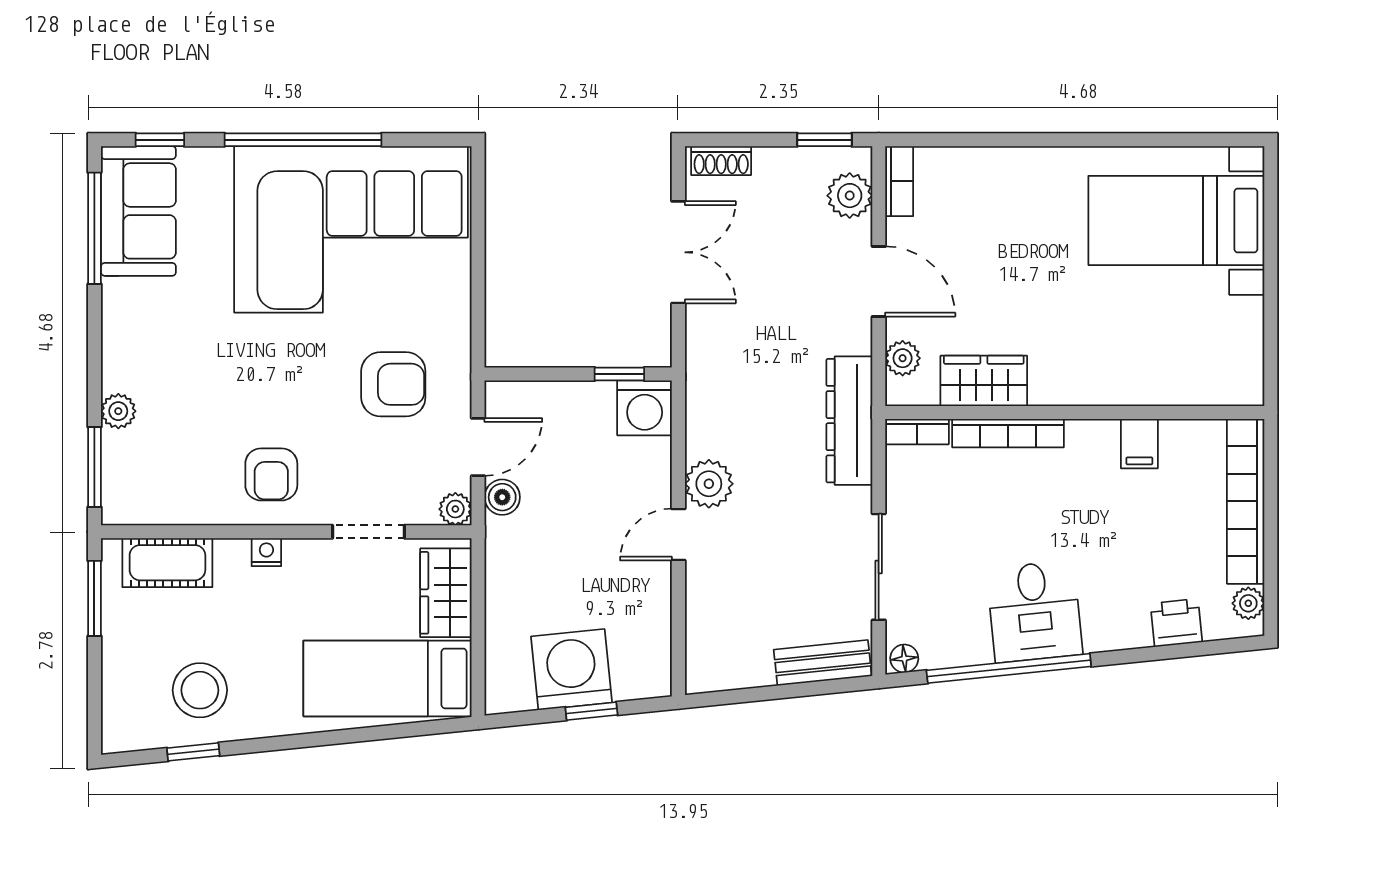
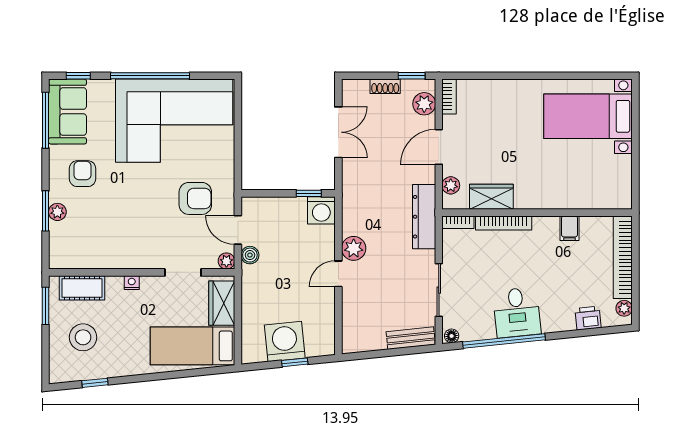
shoe rack: (721, 161) -> (385, 86), moved
door: (879, 281) -> (439, 147), swing flipped
door: (478, 447) -> (238, 230), swing flipped
window: (94, 467) -> (45, 211), moved
armchair: (271, 474) -> (83, 174), moved, turned 180
stool: (200, 690) -> (83, 337), moved

